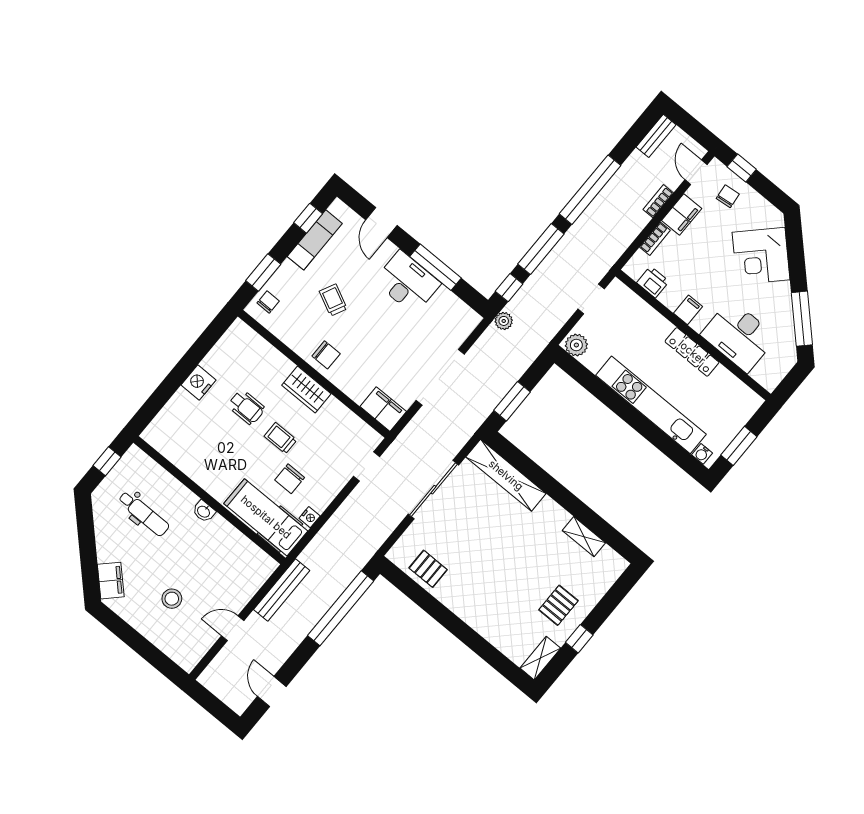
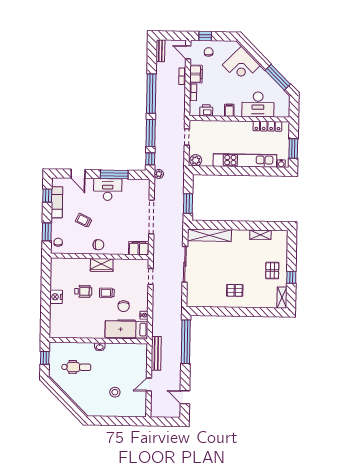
locker: (692, 352) -> (267, 126), moved
pallet: (428, 569) -> (235, 290), moved
filing cabinet: (111, 581) -> (85, 405), removed

